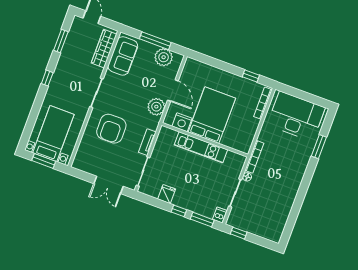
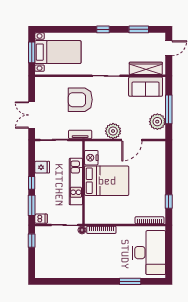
bed: (212, 115) -> (107, 181), moved
nightstand: (182, 122) -> (91, 158), moved
wall: (205, 140) -> (84, 182), moved
kitchen unit: (201, 147) -> (76, 182), moved

